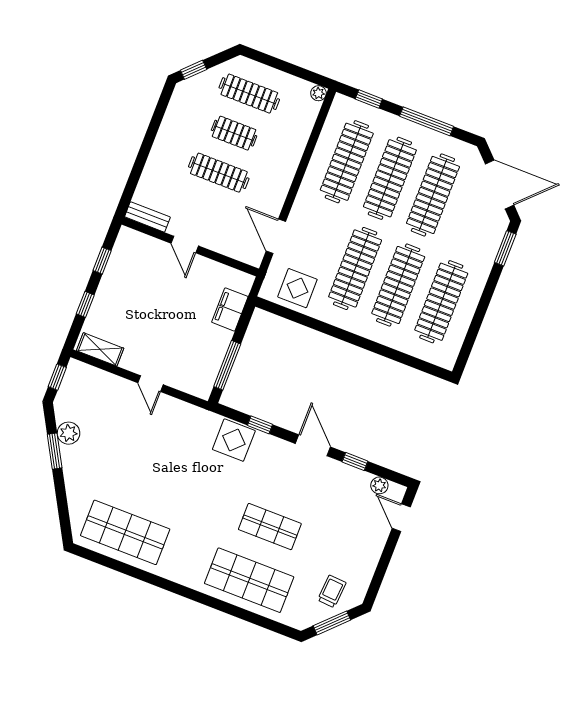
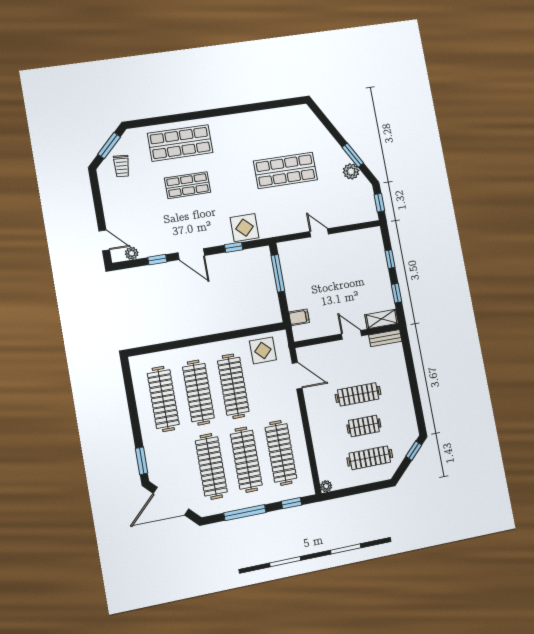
filing cabinet: (230, 309) -> (299, 317), width x0.50
shelving: (100, 349) -> (382, 319), moved
shop shelf: (125, 532) -> (285, 170), moved

